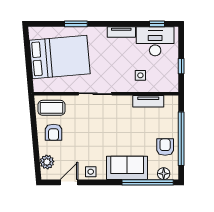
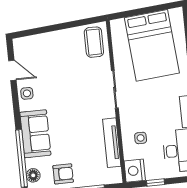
nightstand: (169, 84) -> (135, 171), added
tv unit: (148, 101) -> (112, 143), width x1.41
armchair: (54, 132) -> (67, 47), removed
plant: (47, 162) -> (33, 43), removed

